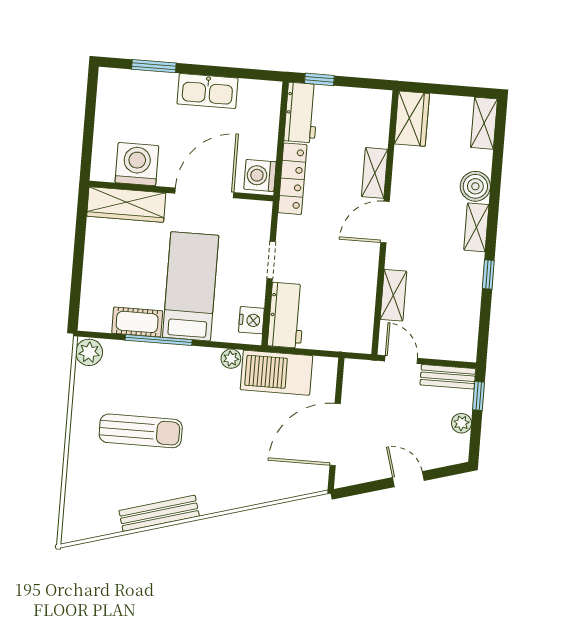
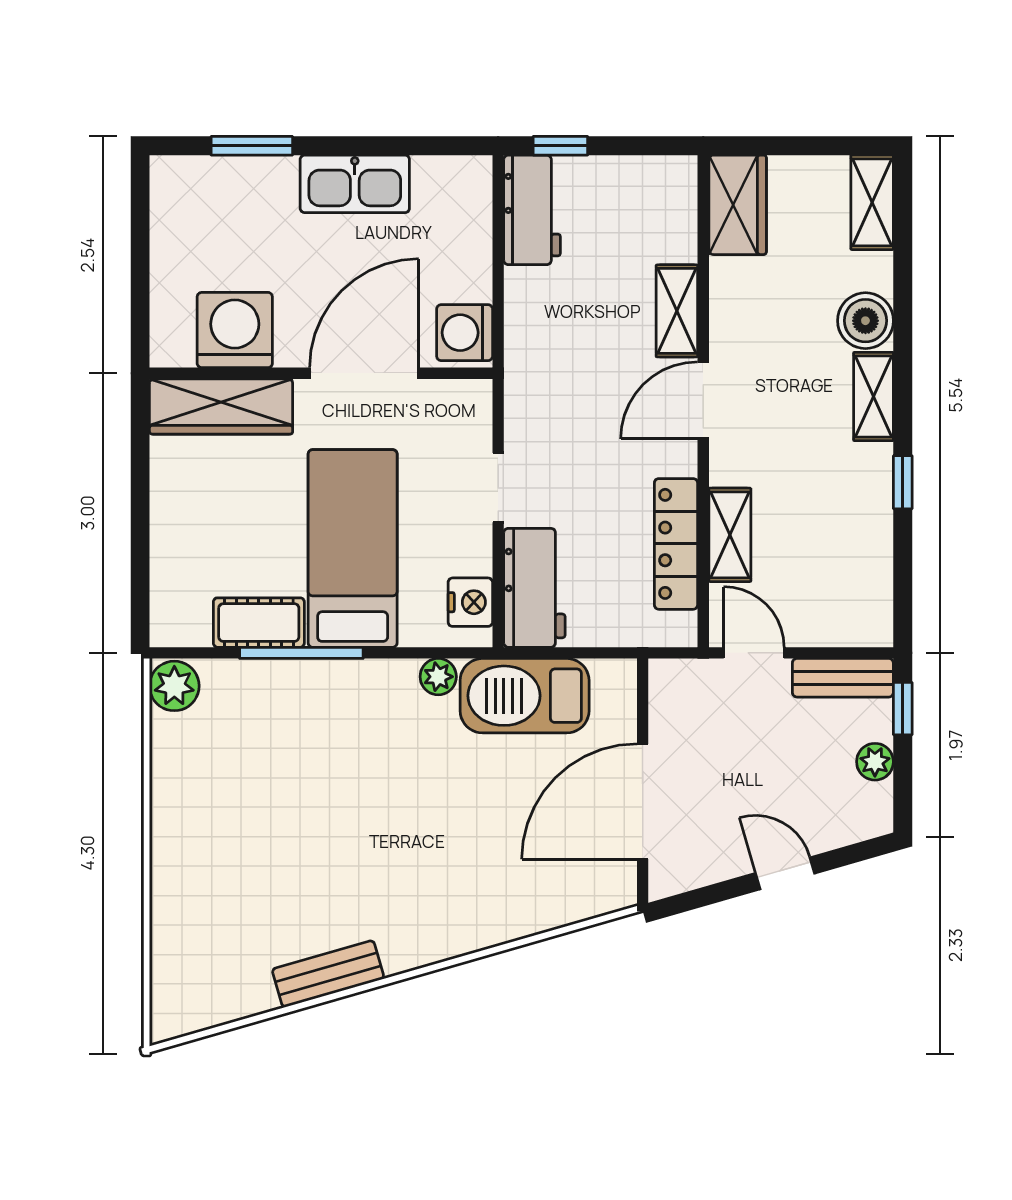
locker: (292, 179) -> (676, 544), moved, turned 180
sun lounger: (141, 431) -> (282, 824), removed
bench: (159, 513) -> (328, 974), width x0.73

